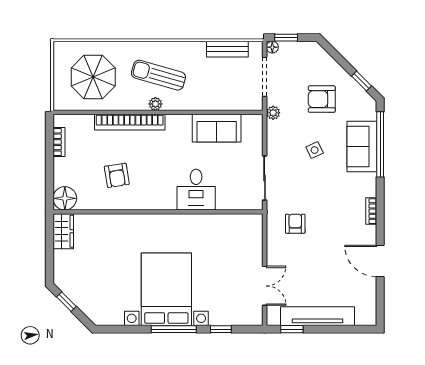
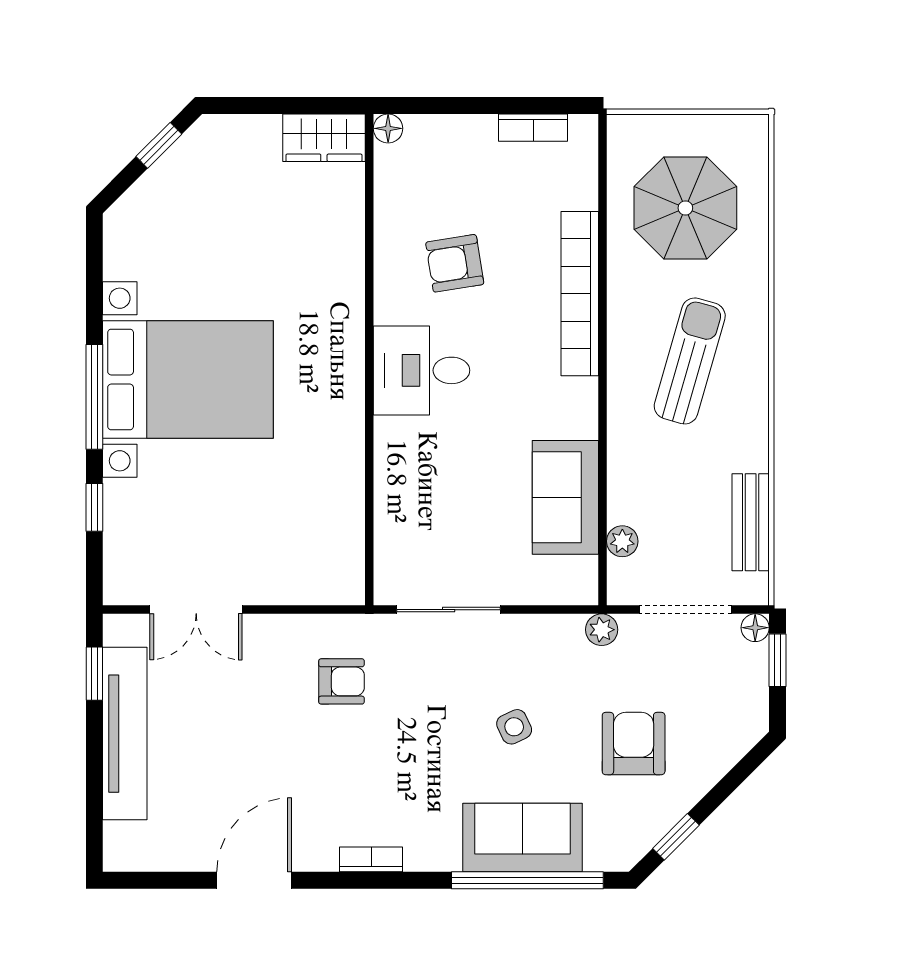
plant: (155, 104) -> (622, 541), moved
desk: (196, 190) -> (422, 370), moved
floor lamp: (65, 198) -> (388, 128), width x0.53, depth x0.53

